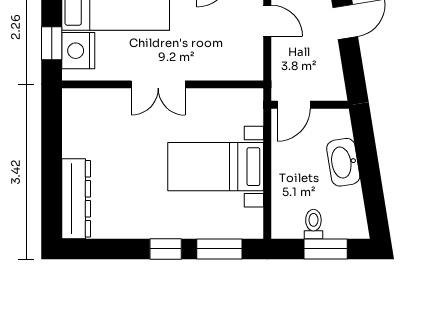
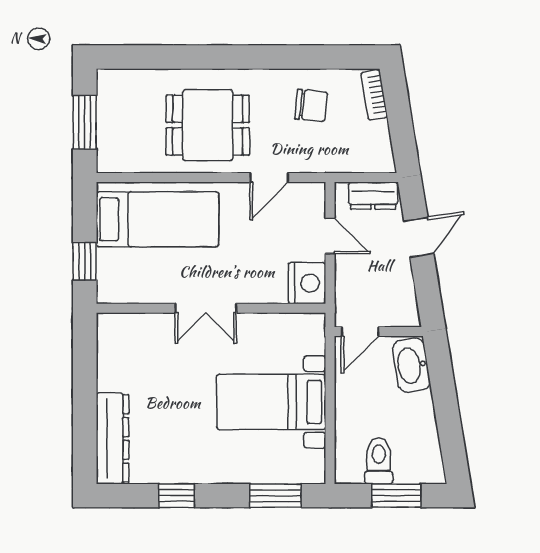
nightstand: (78, 51) -> (307, 283), moved, turned 180
washbasin: (343, 162) -> (411, 365), moved
toilet: (313, 224) -> (379, 461), width x1.37, depth x1.39
window: (166, 249) -> (177, 496), moved

